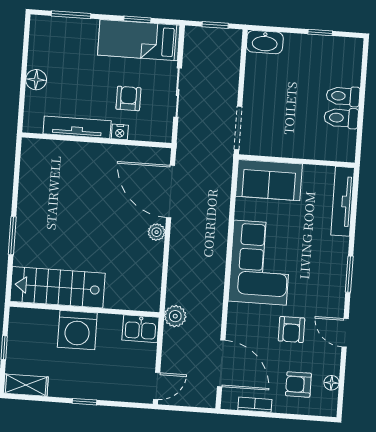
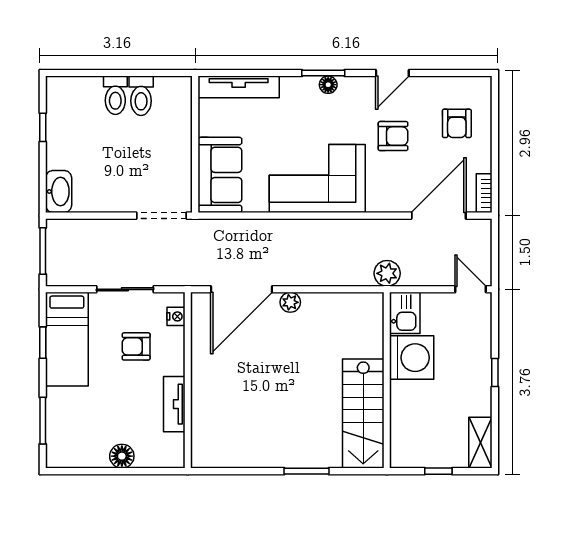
window: (215, 25) -> (43, 251), width x1.50
tv unit: (77, 127) -> (174, 404), width x0.71
nightstand: (120, 132) -> (176, 316), moved
washing machine: (77, 330) -> (412, 358), moved
floor lamp: (331, 383) -> (328, 85), moved
bookcase: (255, 405) -> (484, 193), moved

